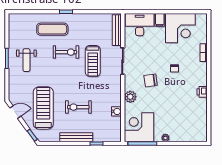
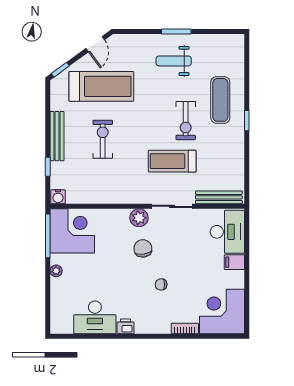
corner desk: (180, 28) -> (222, 312), moved, turned 90
plant: (130, 97) -> (139, 218), moved
water cooler: (116, 111) -> (58, 197), moved
desk: (196, 112) -> (95, 317), added

